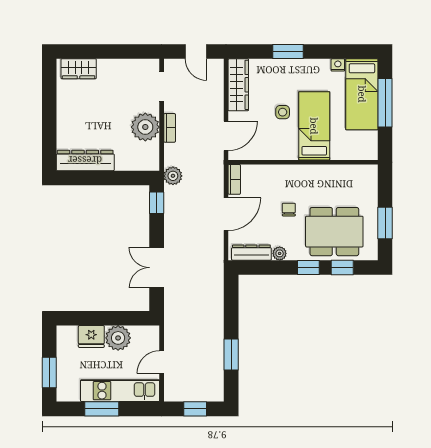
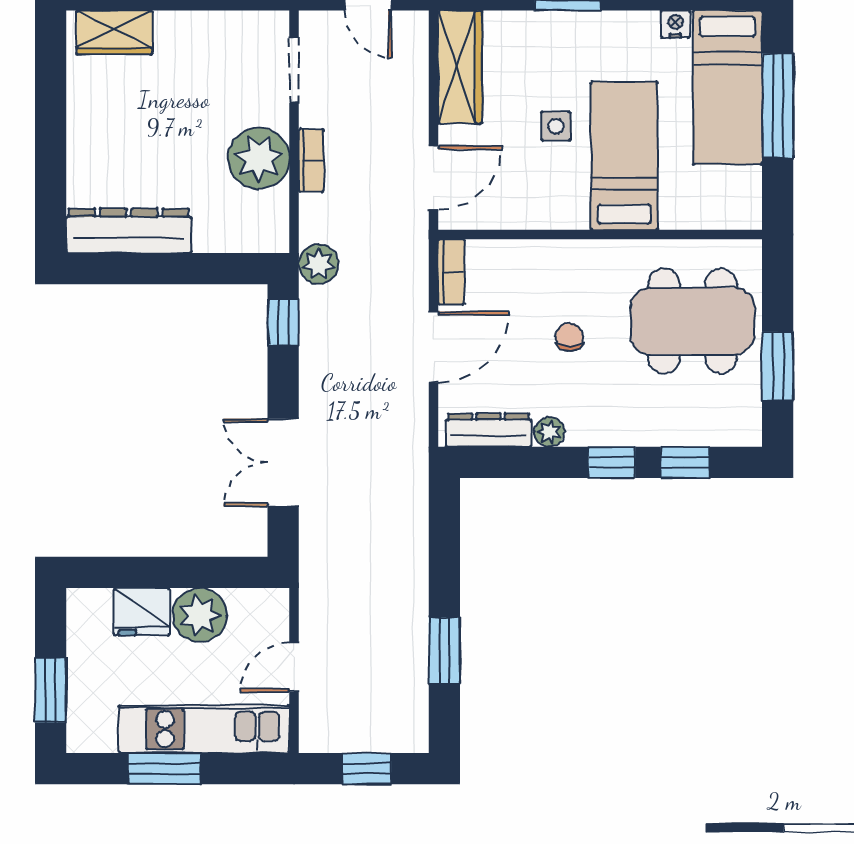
dining table: (334, 232) -> (692, 321), moved

